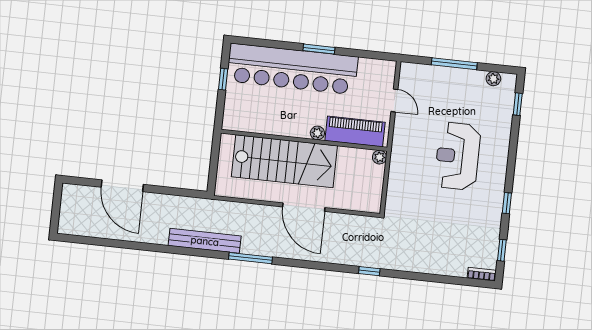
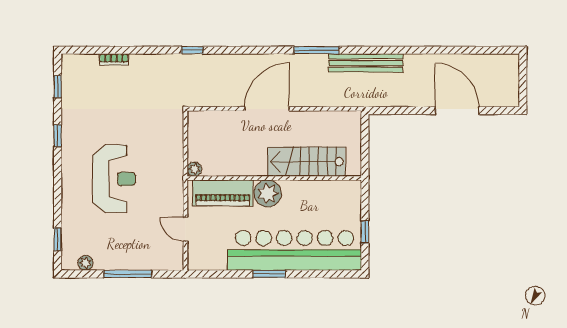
plant: (317, 133) -> (268, 193), width x1.88, depth x1.88
stairs: (284, 161) -> (307, 162), width x0.73, depth x0.66
door: (304, 207) -> (267, 109), hinge flipped
bookcase: (482, 274) -> (114, 60), moved

